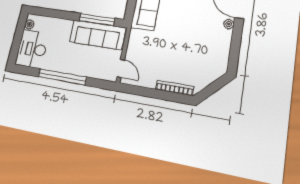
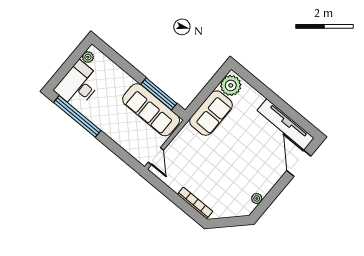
plant: (229, 24) -> (257, 199), moved
window: (62, 77) -> (77, 116), moved

